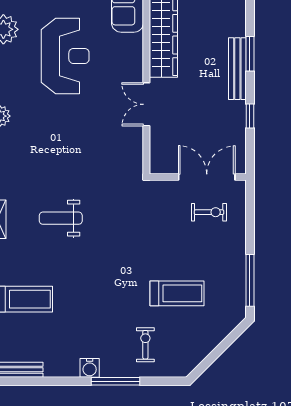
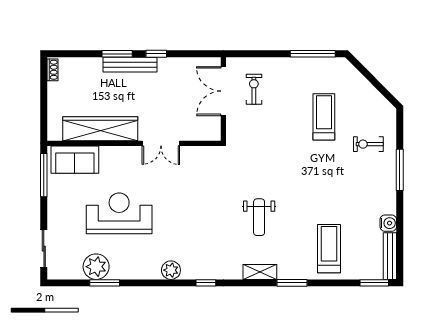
window: (250, 116) -> (156, 54), moved
water cooler: (90, 368) -> (388, 223), moved

